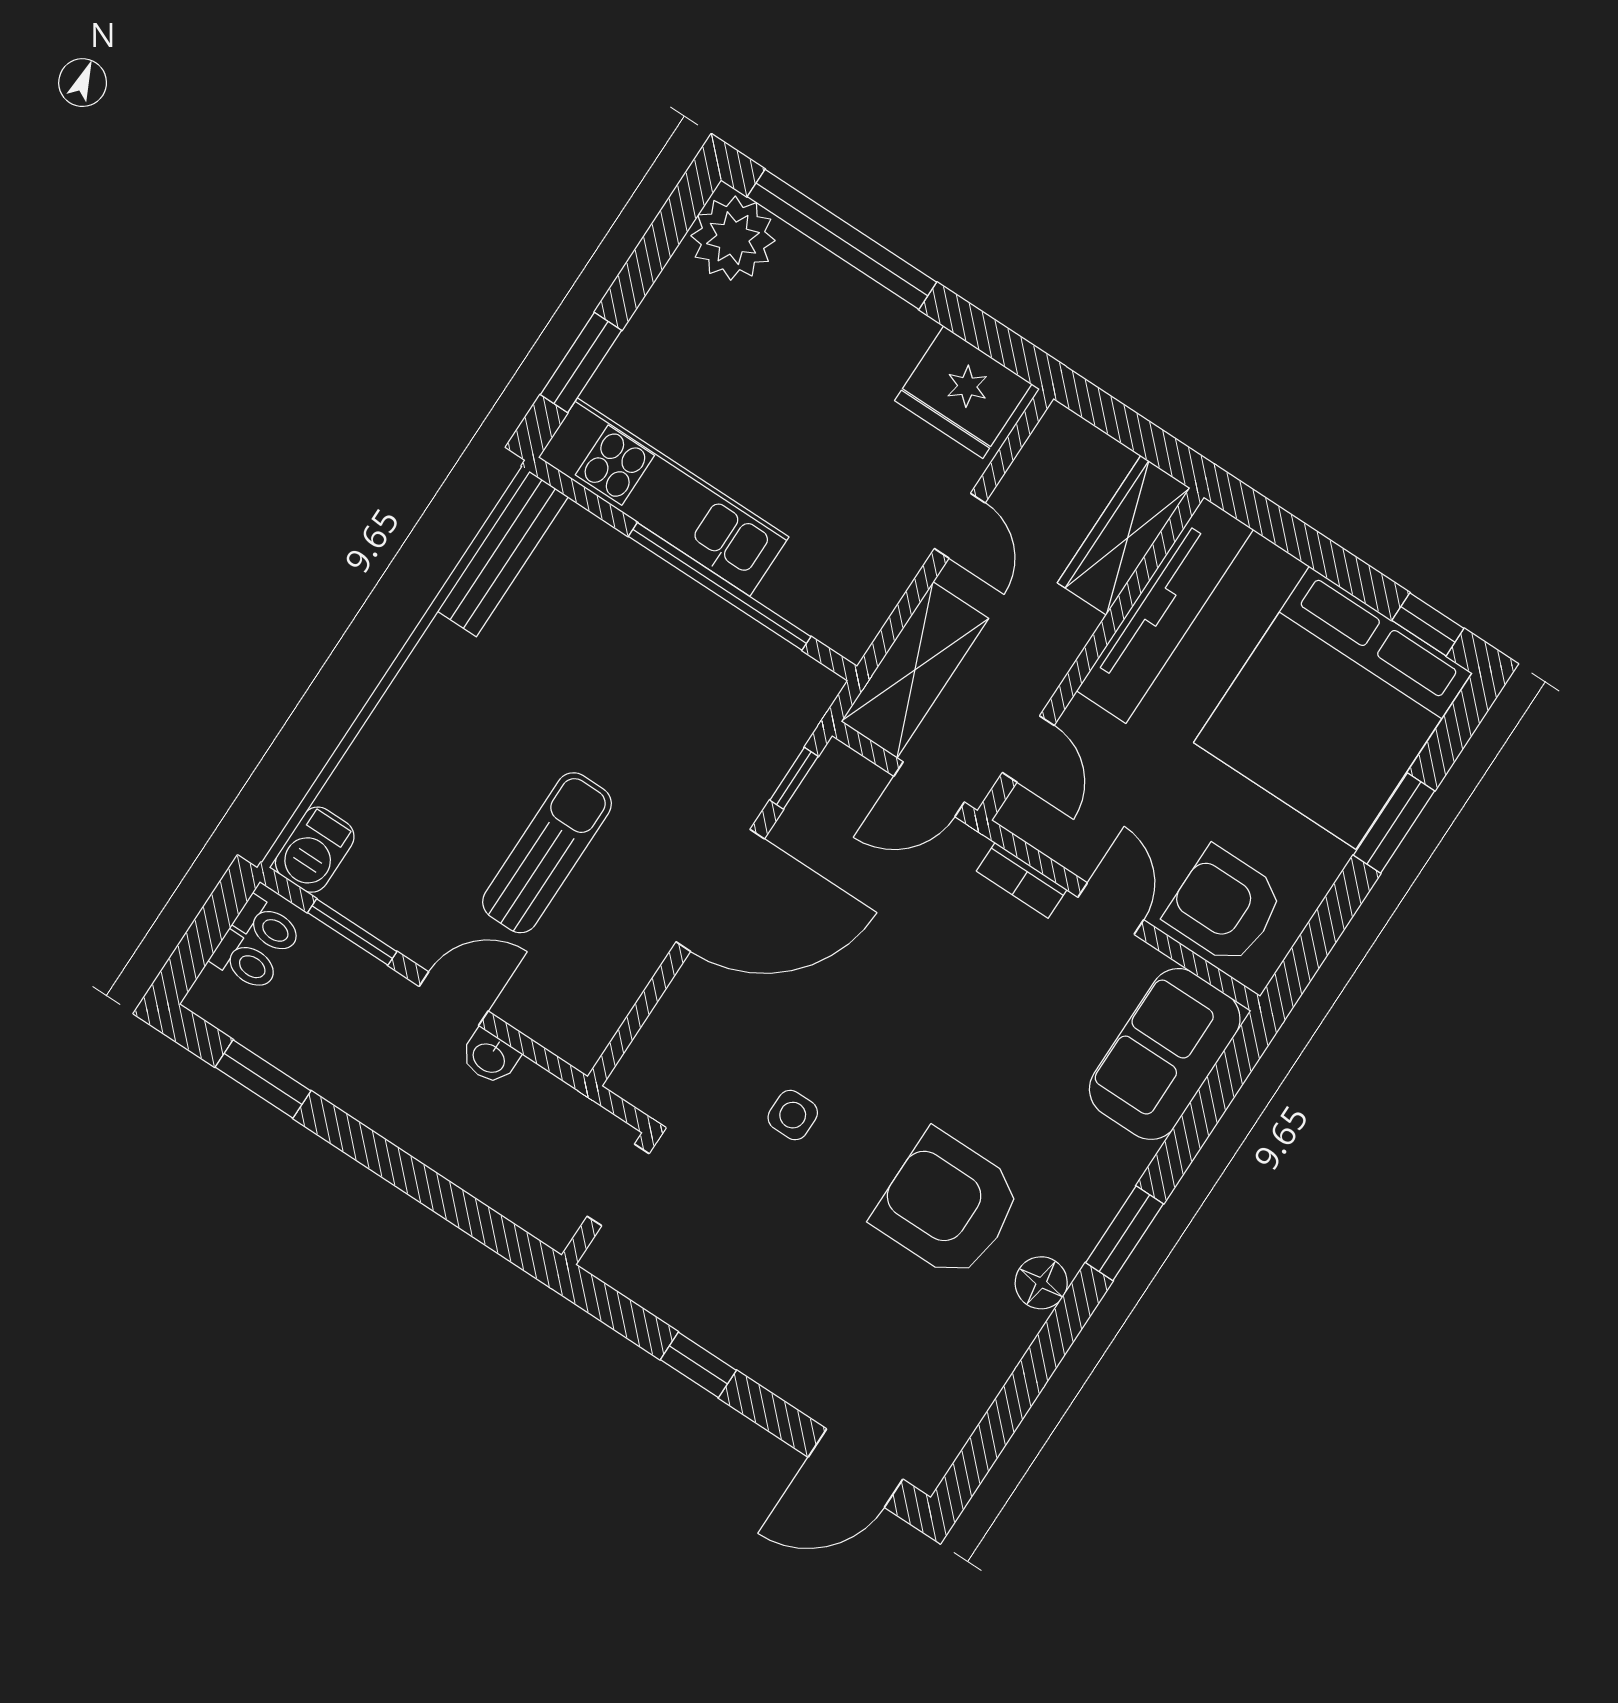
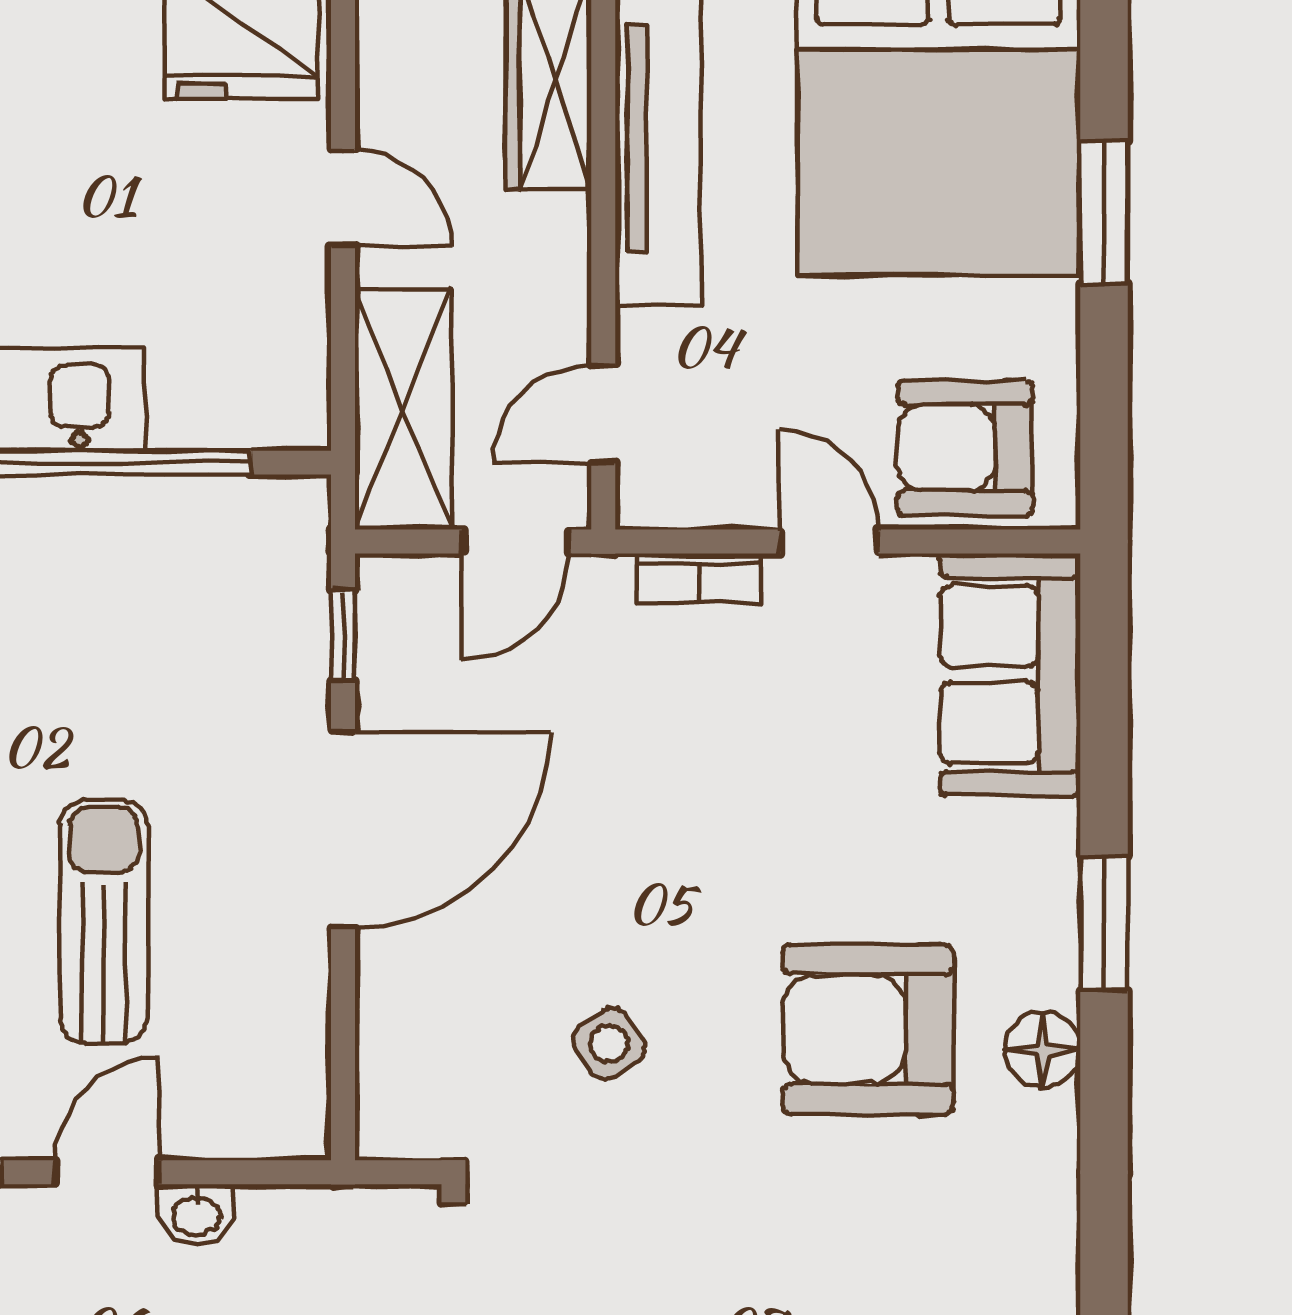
door: (1028, 749) -> (603, 414), swing flipped
side table: (793, 1115) -> (609, 1044), turned -33

